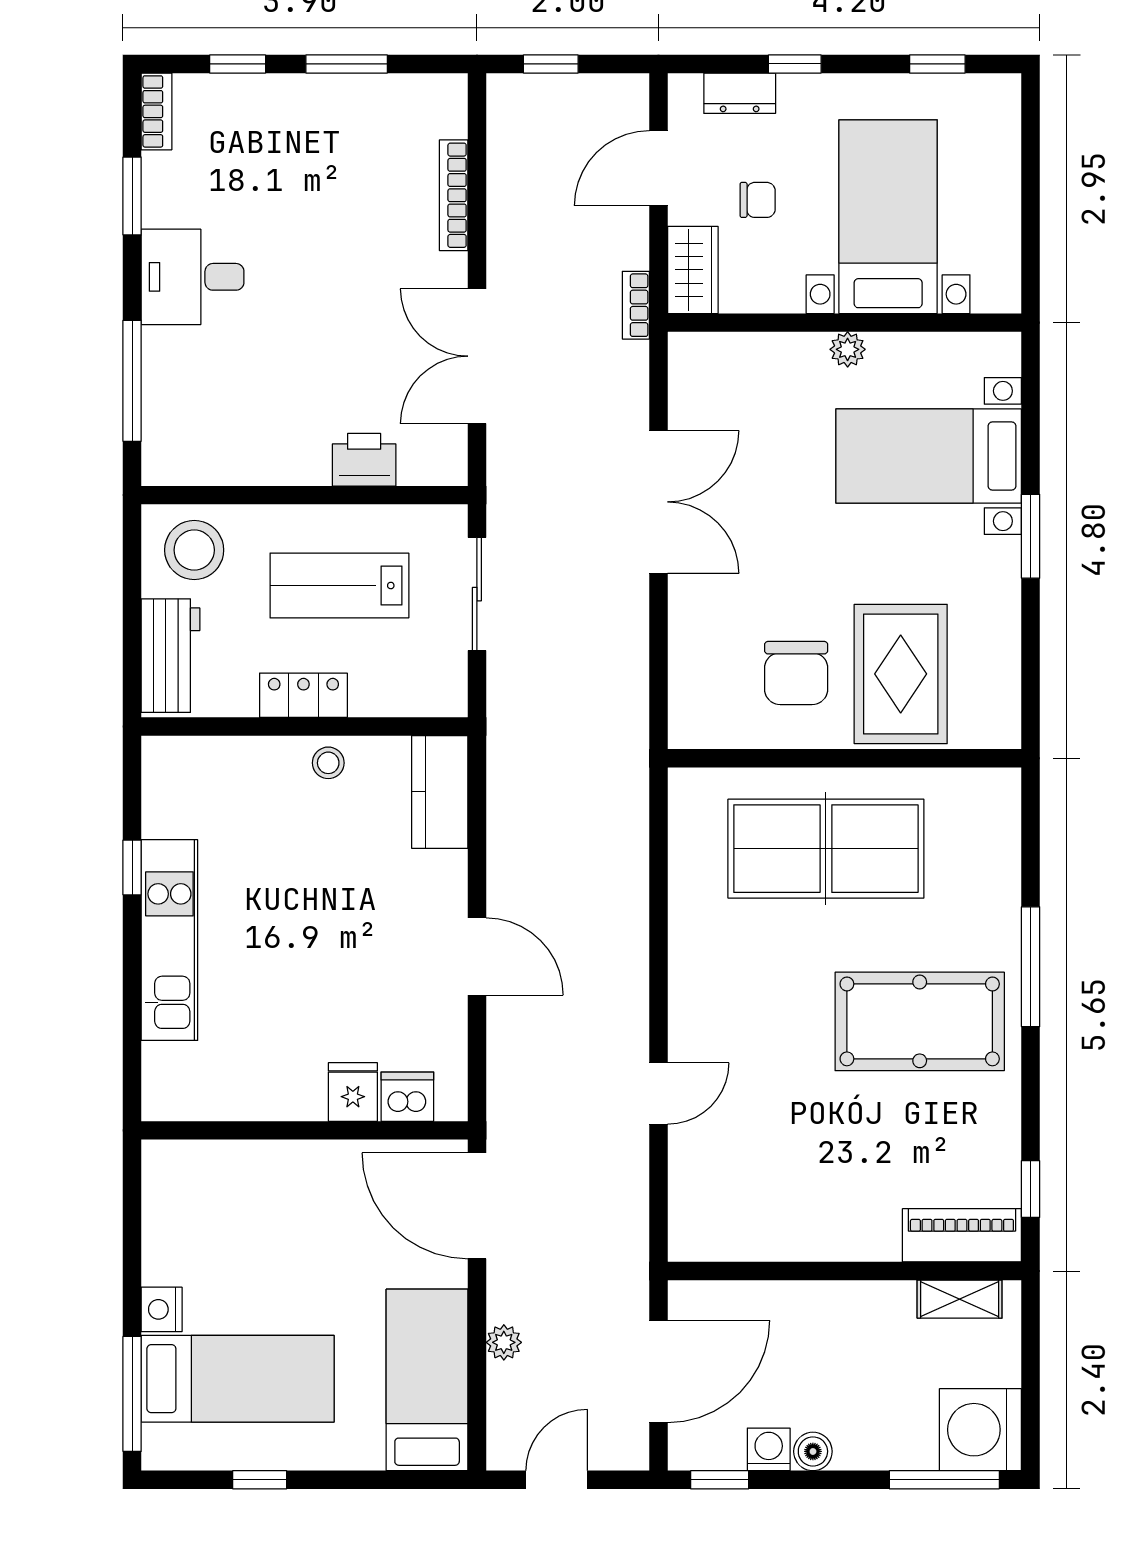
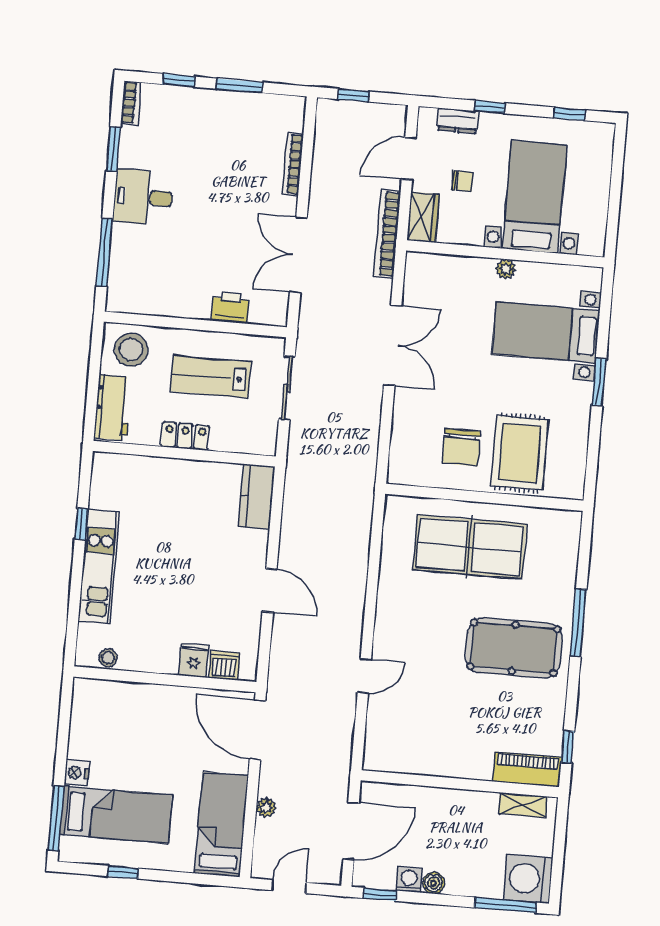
bookcase: (636, 305) -> (387, 234), width x2.31, depth x1.31
stool: (328, 763) -> (108, 658), moved

